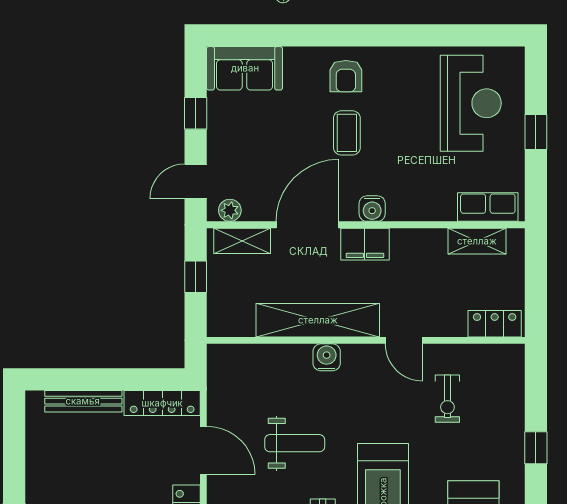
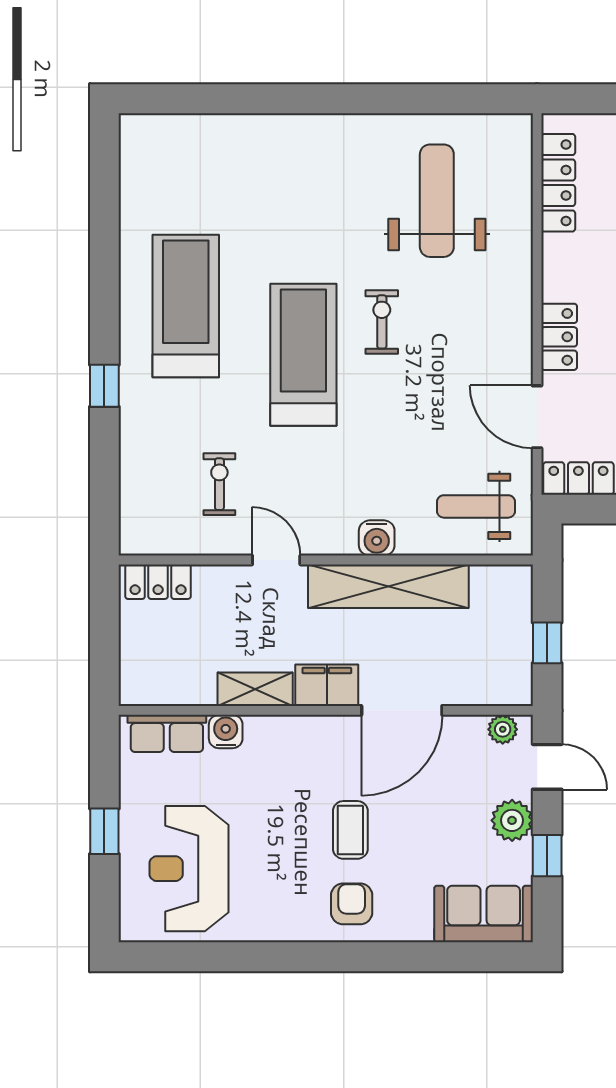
plant: (223, 140) -> (512, 820), added
door: (196, 181) -> (547, 767), hinge flipped
water cooler: (372, 209) -> (226, 731), moved
shelving: (242, 241) -> (487, 690), removed
shelving: (477, 241) -> (255, 689), moved
weight bench: (295, 443) -> (476, 506), moved
window: (536, 448) -> (104, 386), moved

